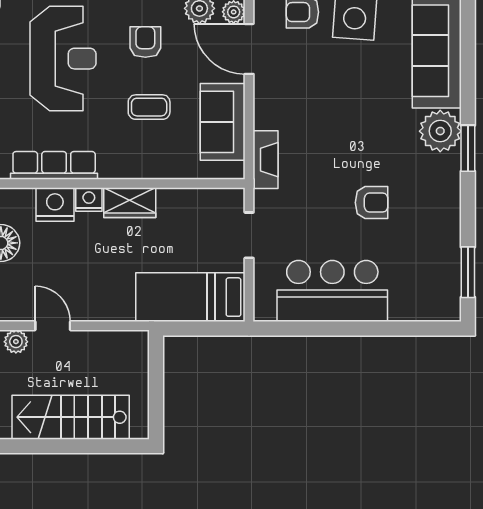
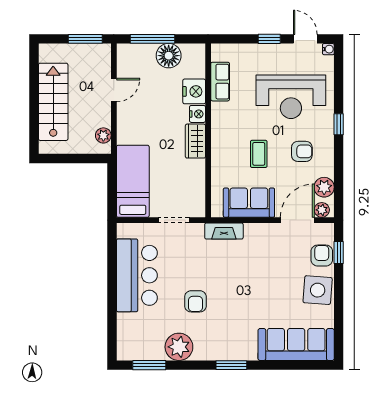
plant: (440, 131) -> (179, 347), moved
row of seats: (54, 165) -> (220, 82), width x0.68
plant: (16, 342) -> (103, 135), moved

